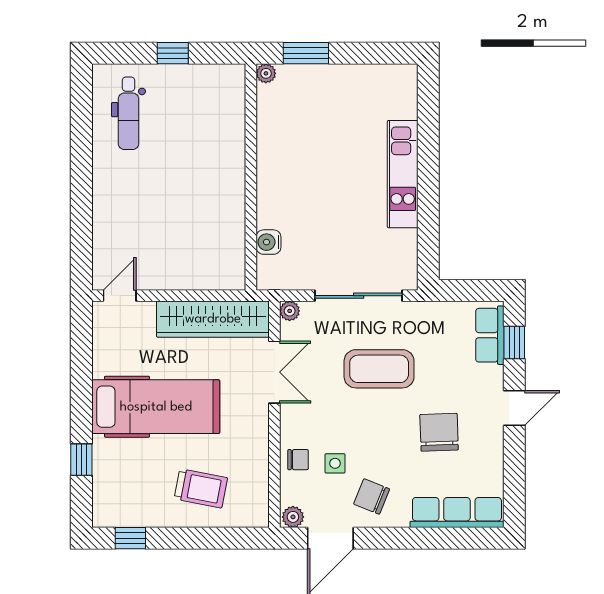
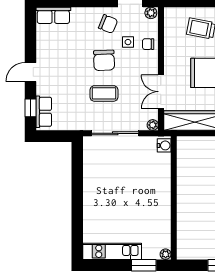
kitchen unit: (403, 174) -> (112, 251), moved, turned -90
water cooler: (268, 242) -> (164, 145), moved
coffee table: (379, 369) -> (104, 93), width x0.73, depth x0.76
chair: (439, 432) -> (104, 60), moved
row of seats: (457, 513) -> (53, 15), width x0.68

